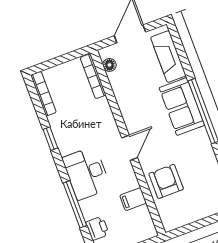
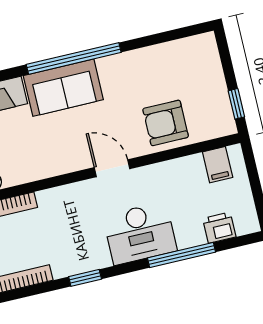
filing cabinet: (133, 199) -> (218, 165), moved
window: (186, 229) -> (236, 104), added

